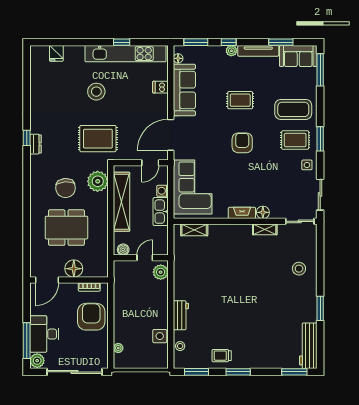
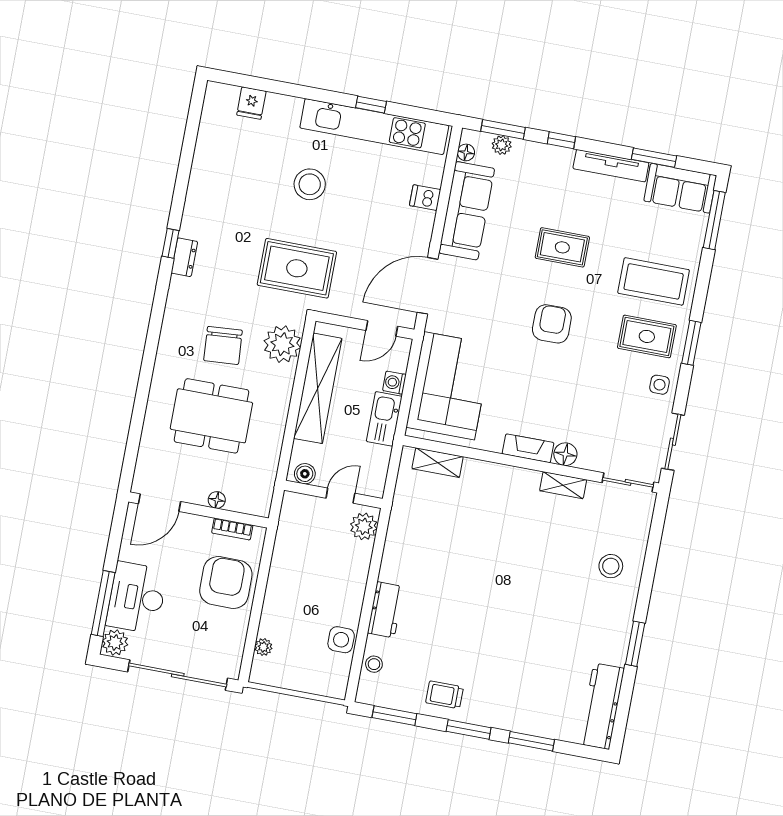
plant: (231, 51) -> (502, 145), moved
floor lamp: (74, 269) -> (217, 500), width x0.53, depth x0.53
window: (294, 372) -> (531, 741), moved

